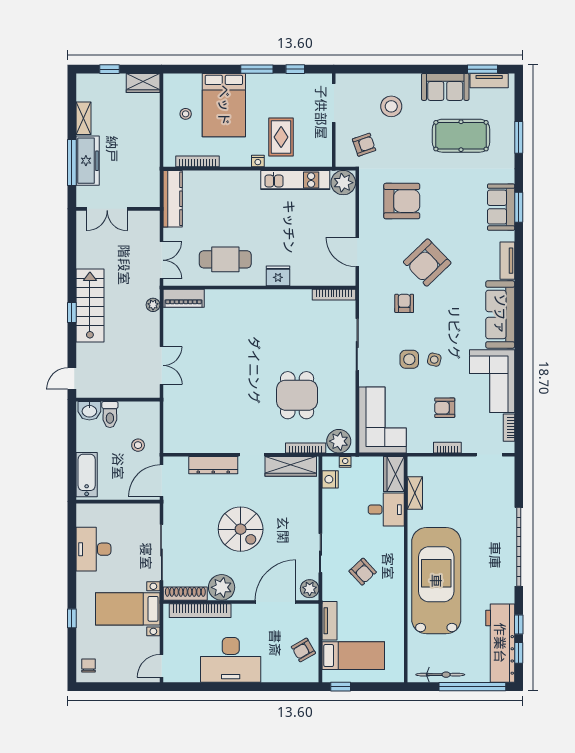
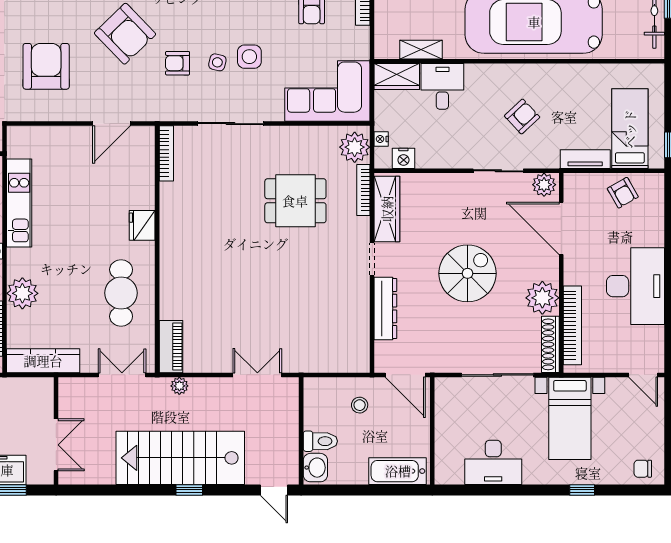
plant: (343, 183) -> (22, 293), moved
stairs: (90, 305) -> (180, 458), width x1.36, depth x1.51
side table: (434, 360) -> (217, 62), moved

